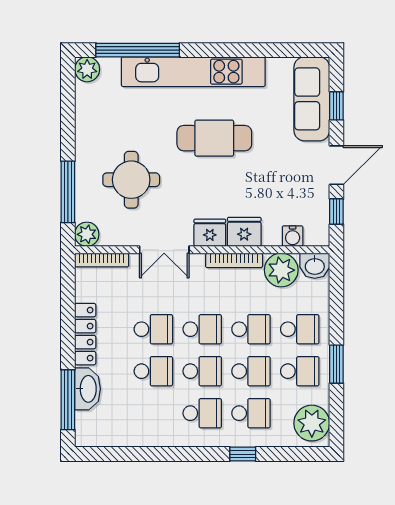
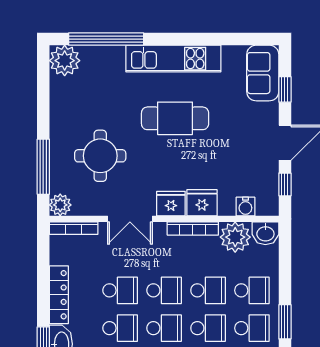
plant: (87, 69) -> (65, 61), width x1.36, depth x1.36
kitchen unit: (193, 72) -> (173, 59), width x0.73
sofa: (312, 99) -> (263, 73), width x0.73

